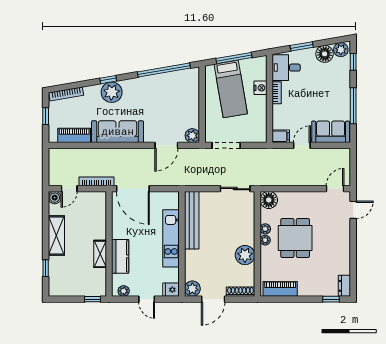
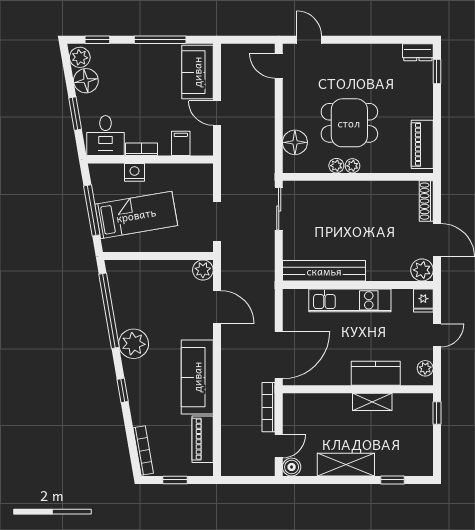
plant: (112, 92) -> (134, 344), moved
filing cabinet: (281, 136) -> (181, 143), moved
door: (69, 189) -> (279, 446), hinge flipped
floor lamp: (269, 200) -> (295, 142), moved
plant: (245, 255) -> (374, 195), removed

